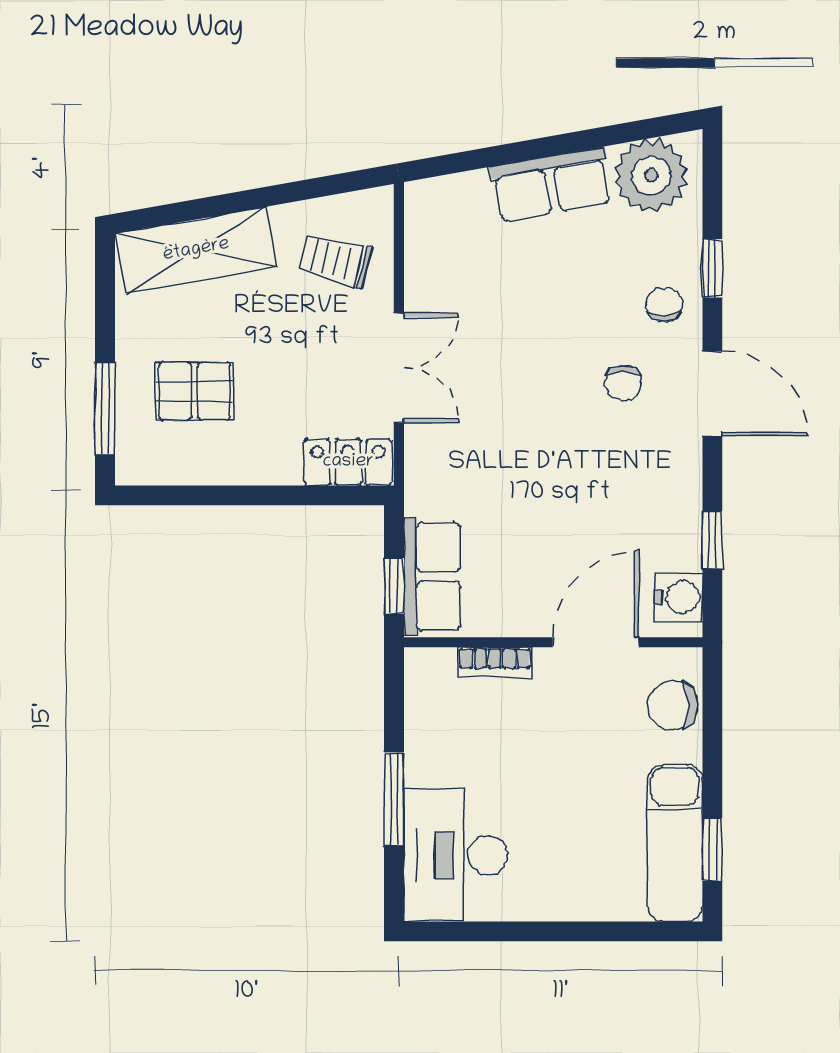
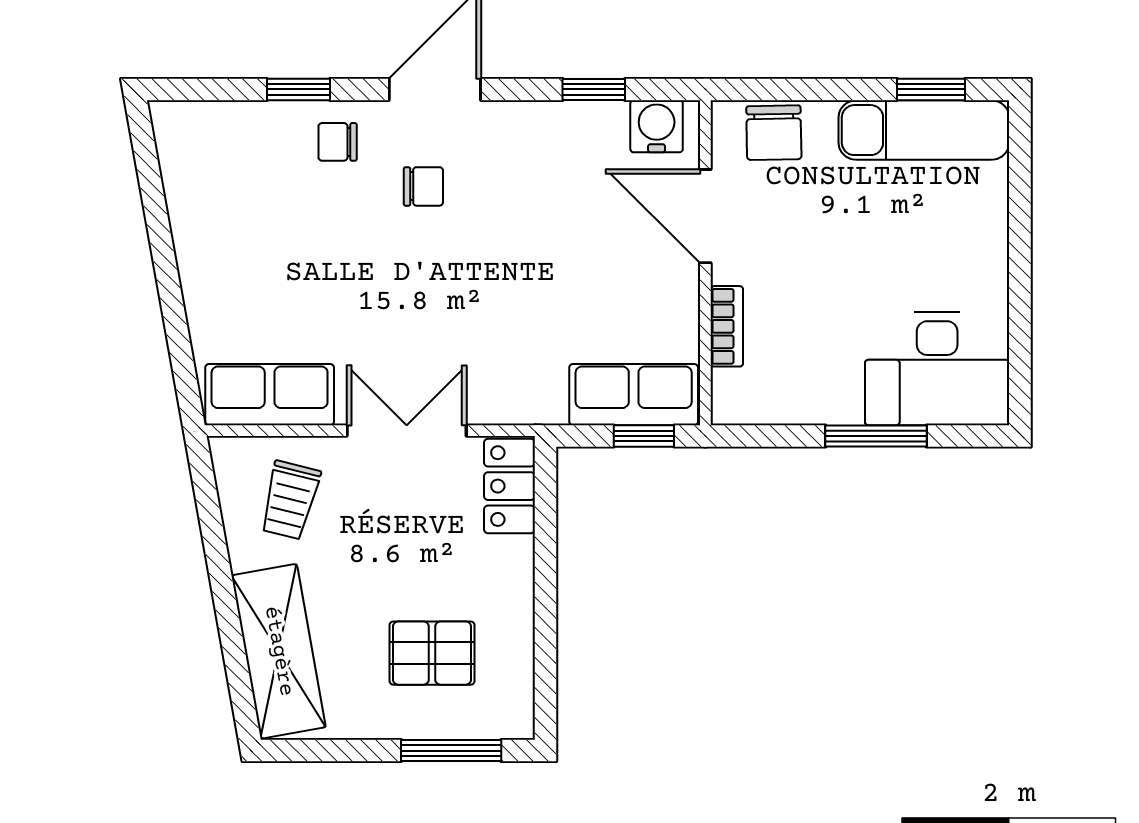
plant: (651, 176) -> (197, 156), removed
row of seats: (551, 185) -> (270, 395), moved, turned -80
pallet: (195, 391) -> (432, 653), turned 90

